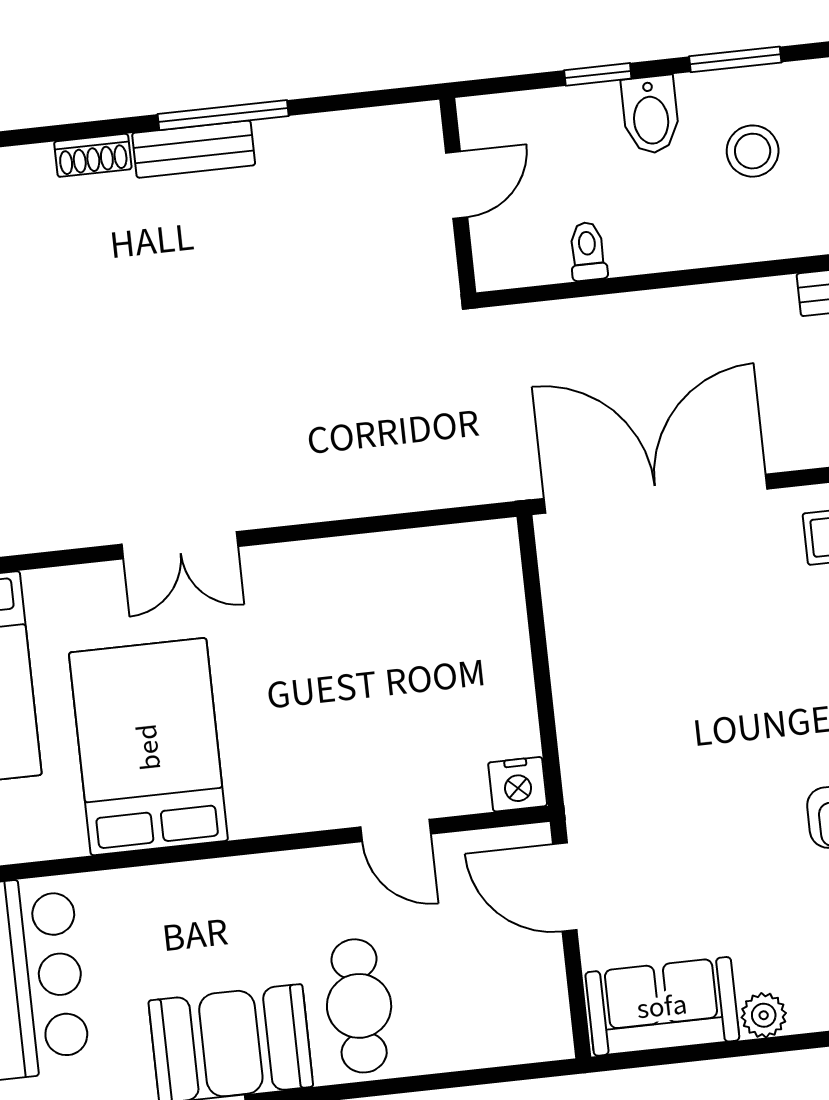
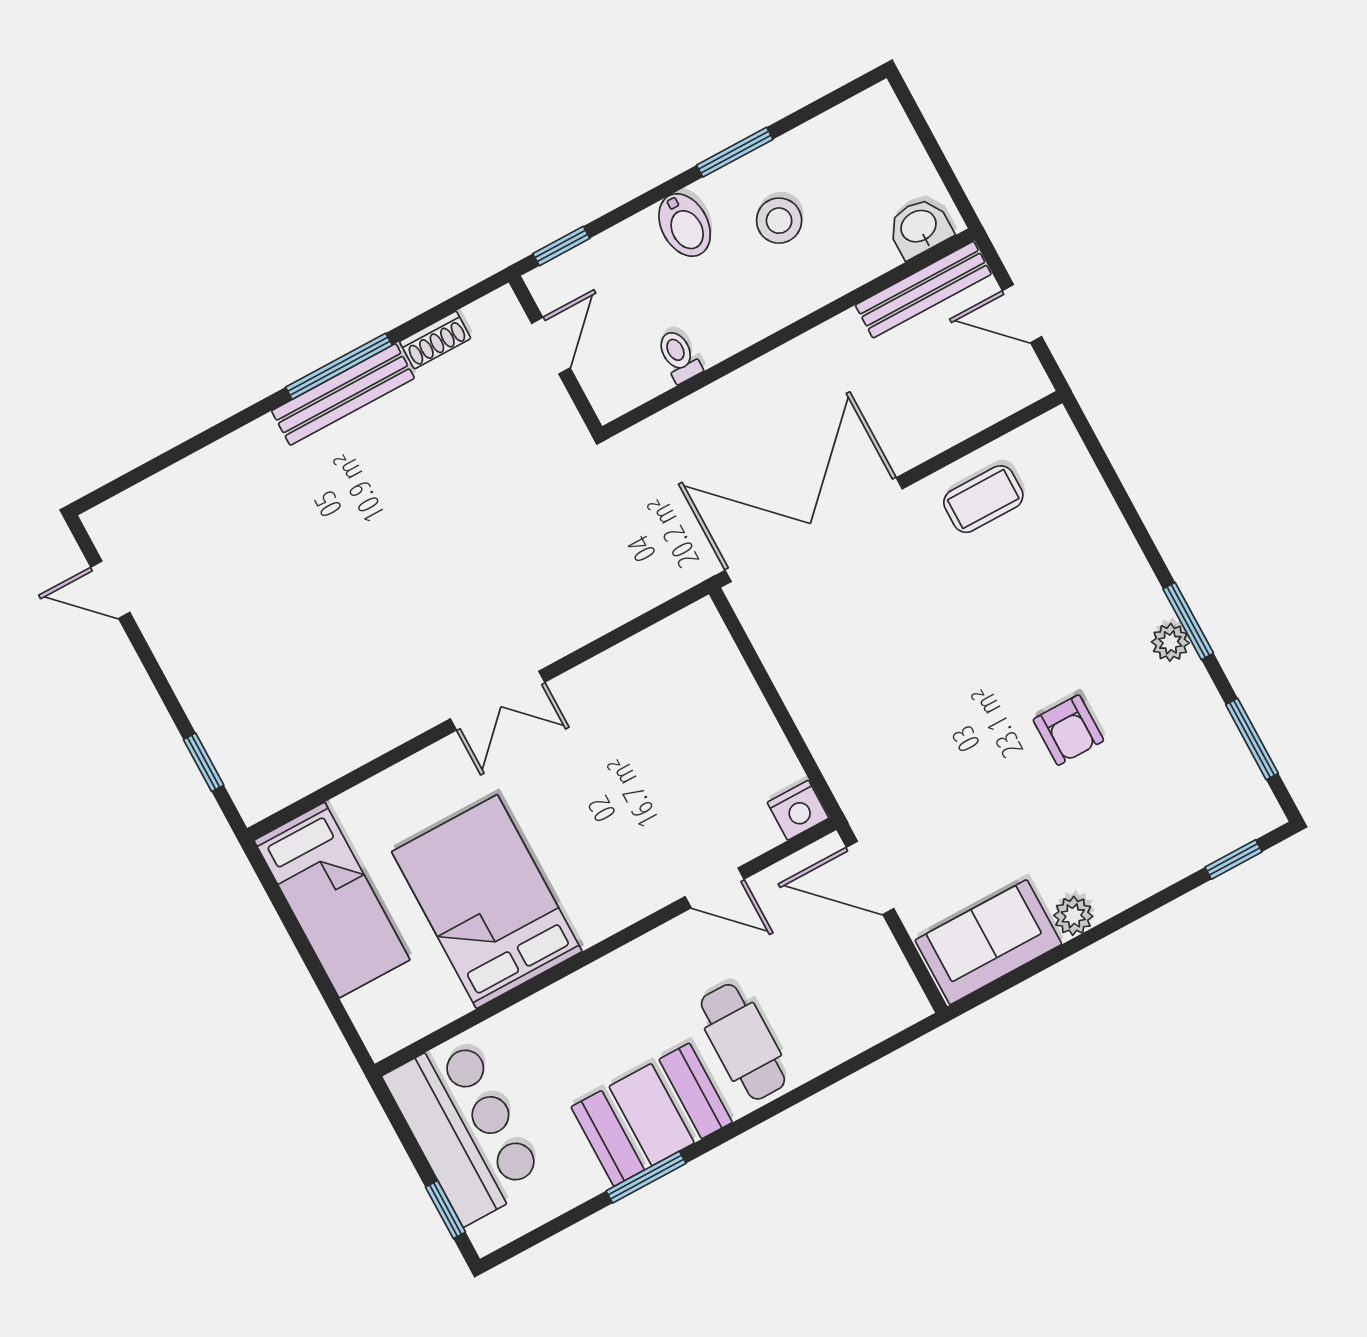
window: (598, 74) -> (561, 246), moved
bench: (194, 149) -> (343, 394), width x1.36
shoe rack: (93, 155) -> (435, 340), moved
double door: (180, 545) -> (498, 701), moved

